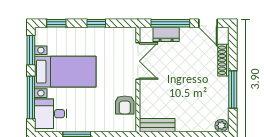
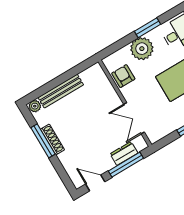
shoe rack: (223, 60) -> (52, 139), moved
plant: (93, 120) -> (142, 49), added
bench: (157, 125) -> (61, 91), moved, width x1.36

